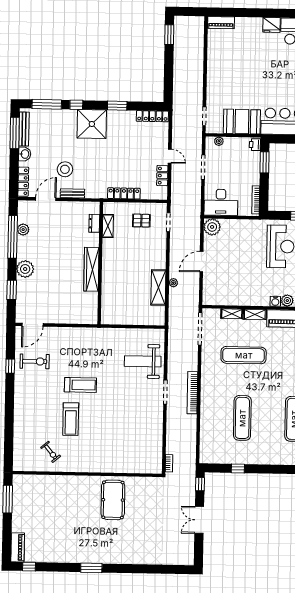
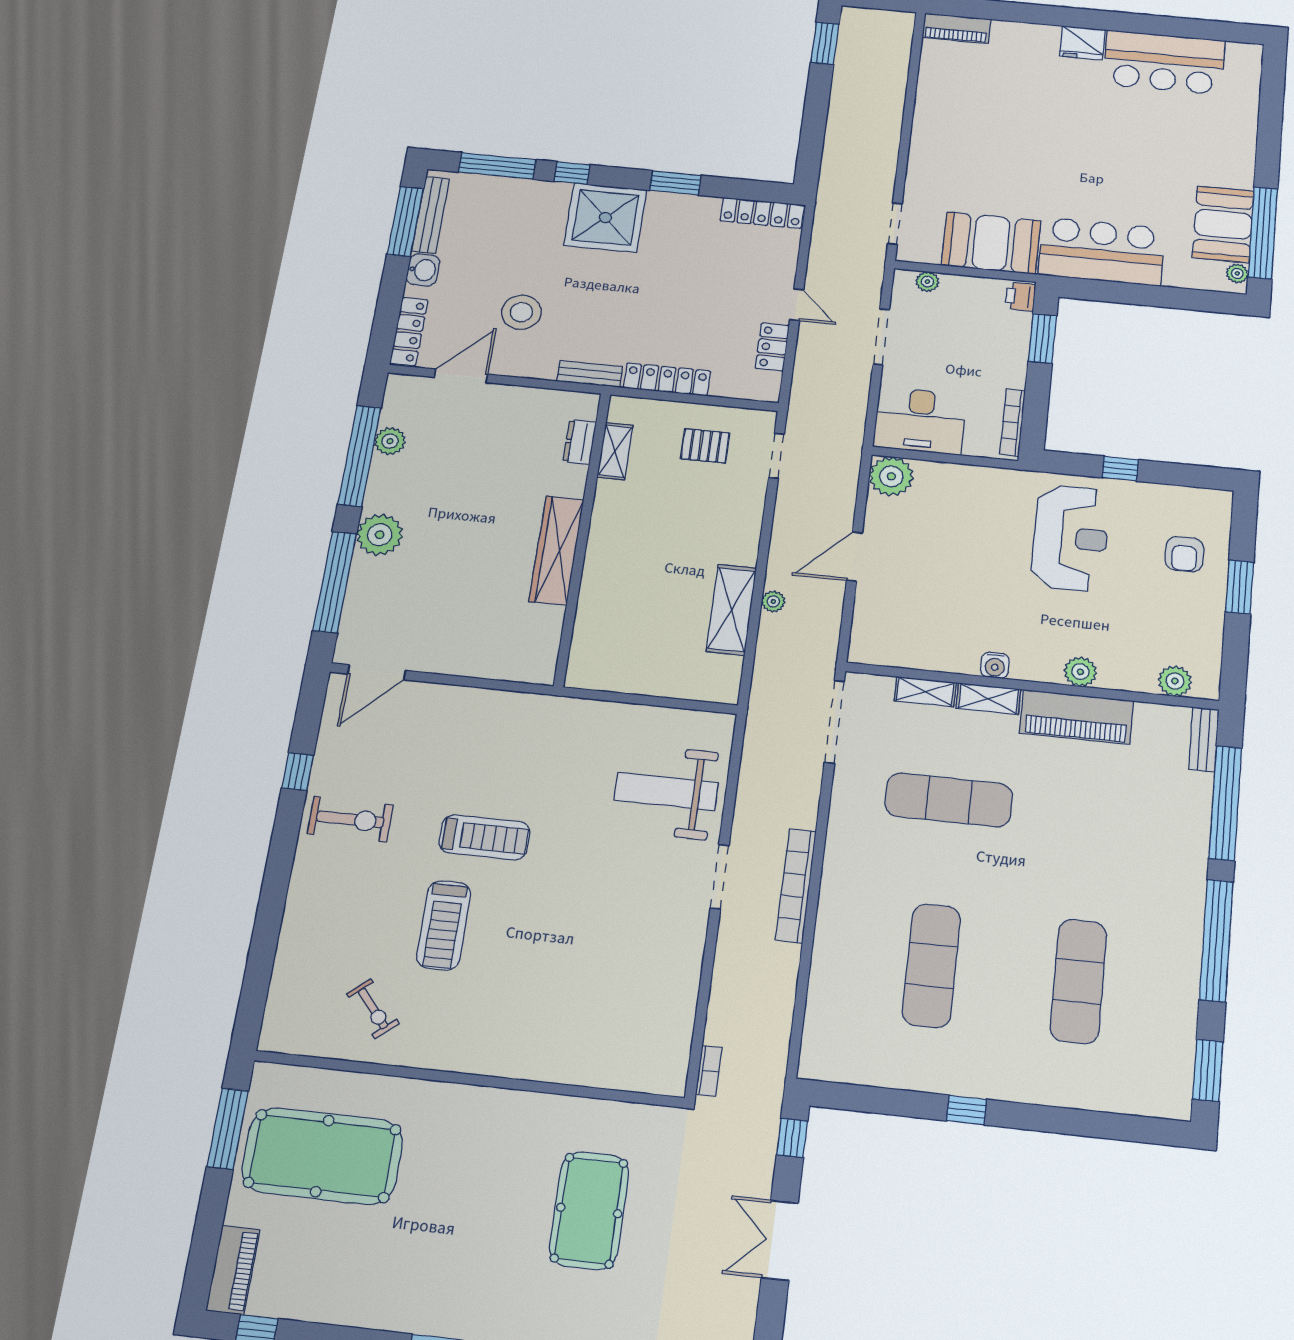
bench: (72, 193) -> (590, 374), moved
window: (12, 290) -> (335, 582), width x2.11
water cooler: (275, 301) -> (995, 665), moved
exercise bike: (35, 361) -> (350, 819), moved
window: (238, 468) -> (966, 1110), moved
pool table: (113, 500) -> (589, 1210), moved
pool table: (41, 506) -> (322, 1156), added

